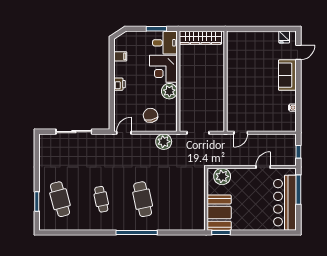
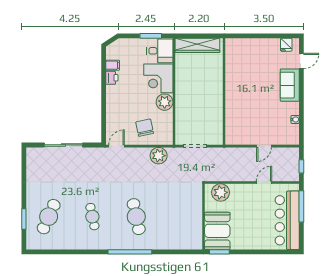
printer: (120, 84) -> (112, 78), moved
door: (241, 133) -> (264, 146), moved
cafe table: (60, 199) -> (49, 217), turned 39

